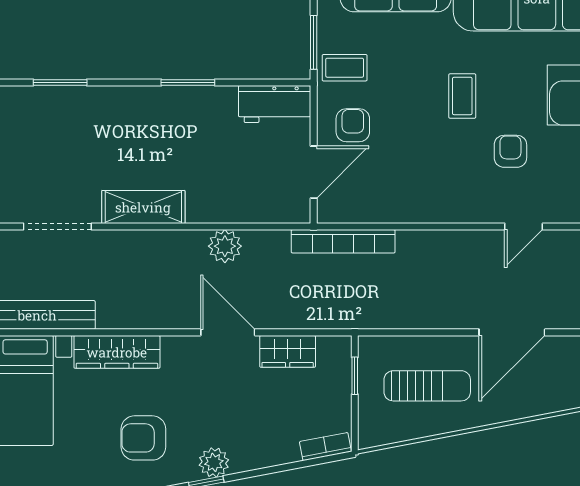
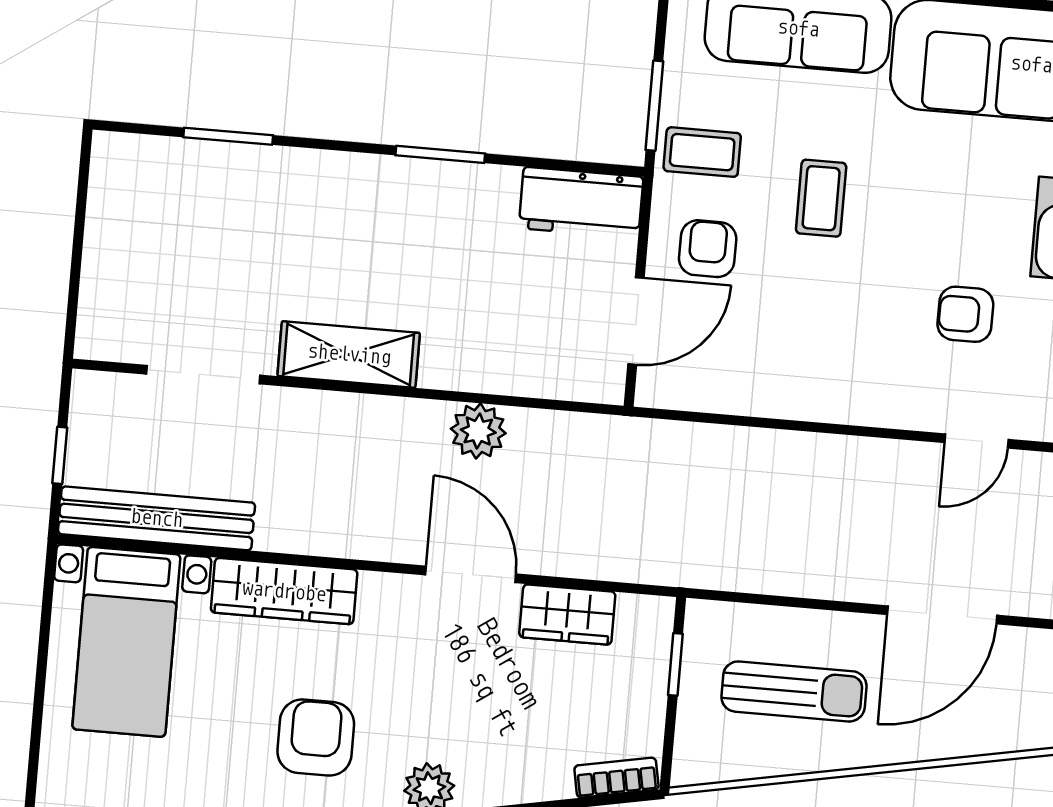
coffee table: (462, 96) -> (821, 198), moved
armchair: (510, 151) -> (965, 314), turned -90
bookcase: (343, 241) -> (675, 440), removed
armchair: (143, 438) -> (316, 738), turned 90

